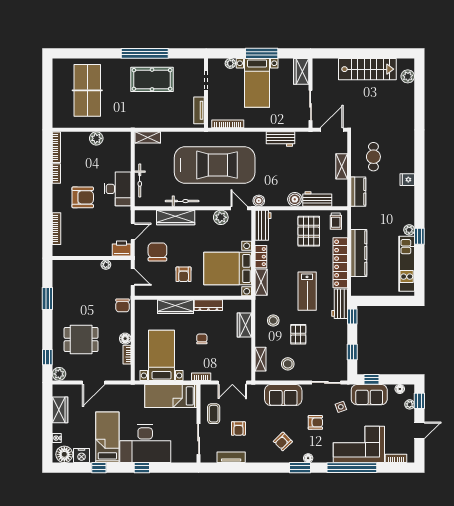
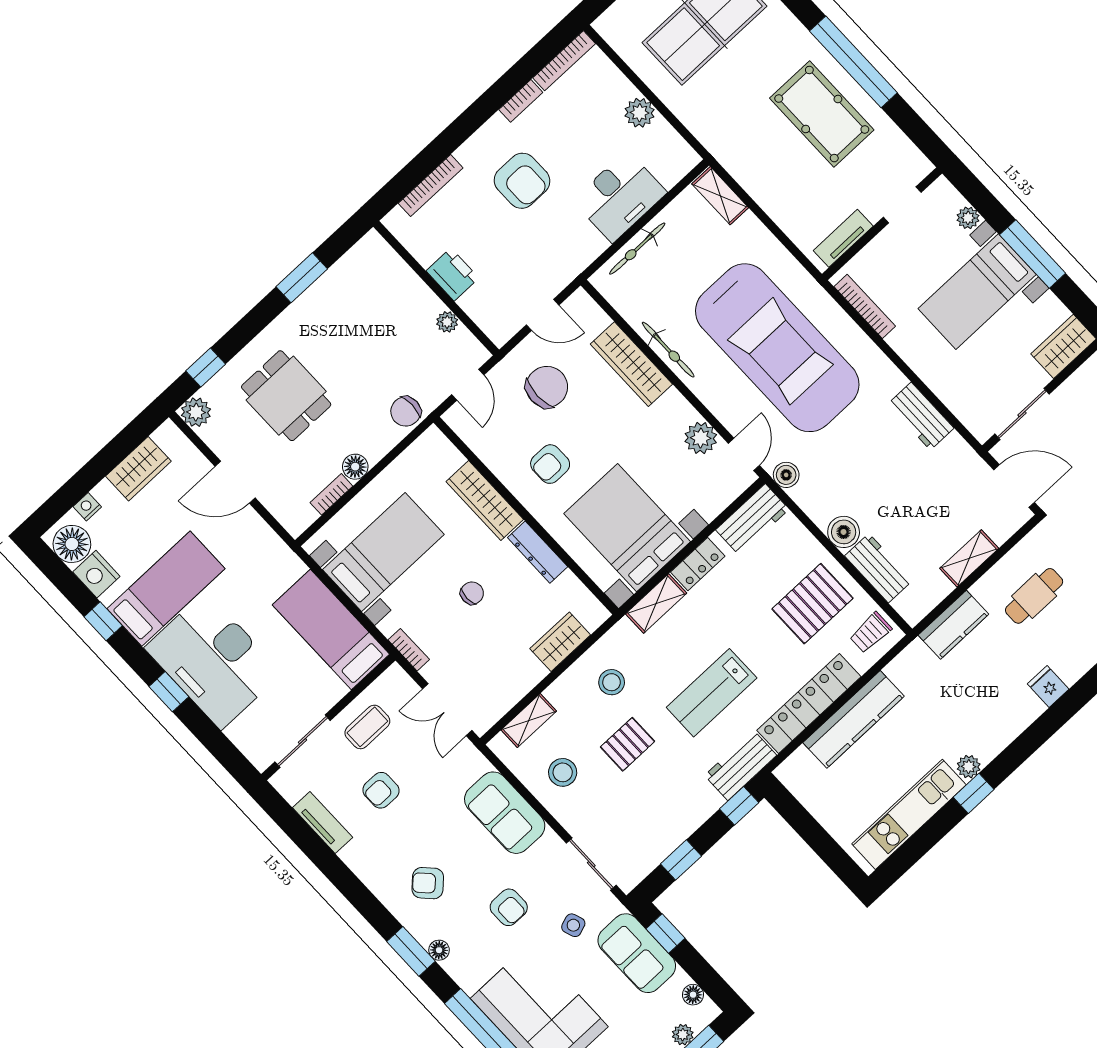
desk: (117, 189) -> (620, 196), moved
printer: (122, 248) -> (452, 274), moved

